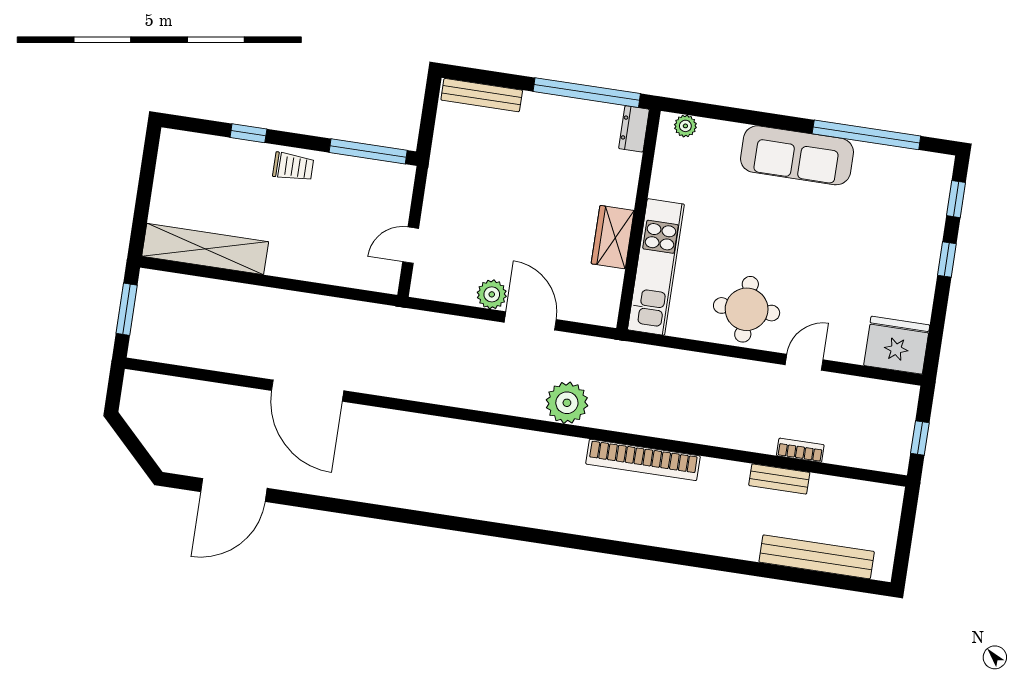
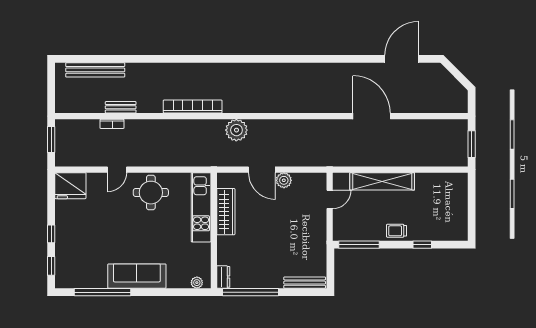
wardrobe: (613, 237) -> (226, 212), width x1.50
shelving: (205, 249) -> (382, 181), moved
window: (920, 438) -> (51, 139), width x1.50

